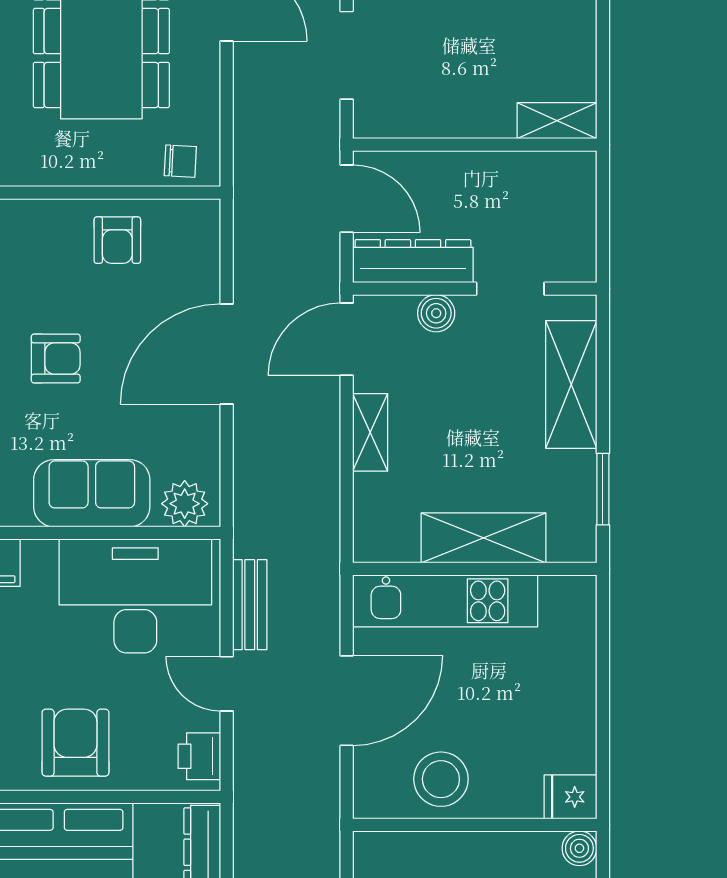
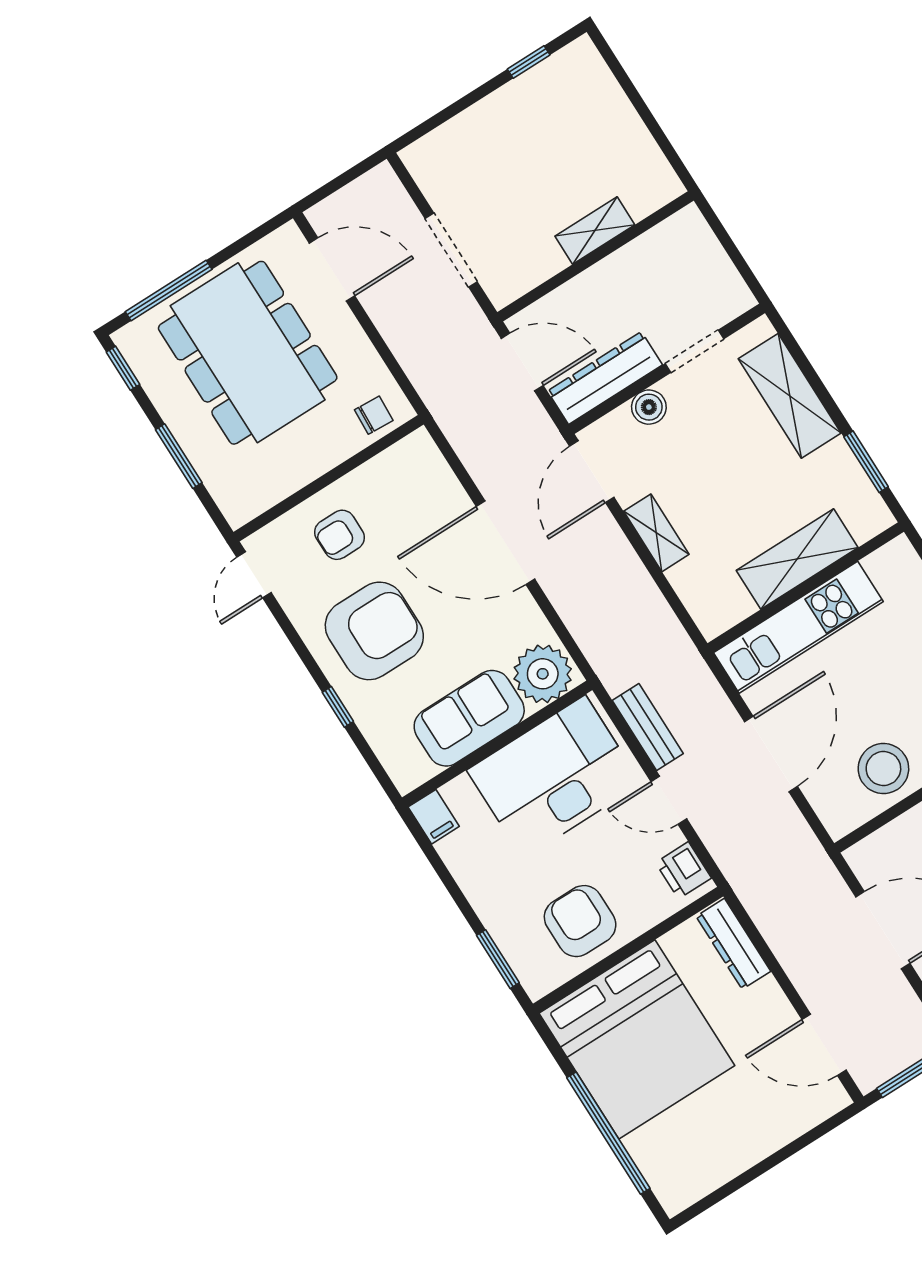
shelving: (557, 121) -> (595, 230), moved
armchair: (117, 240) -> (340, 535), moved, turned 90
door: (227, 354) -> (505, 543), hinge flipped
armchair: (56, 359) -> (374, 631), width x1.88, depth x1.88
plant: (185, 504) -> (543, 674), width x1.36, depth x1.36

